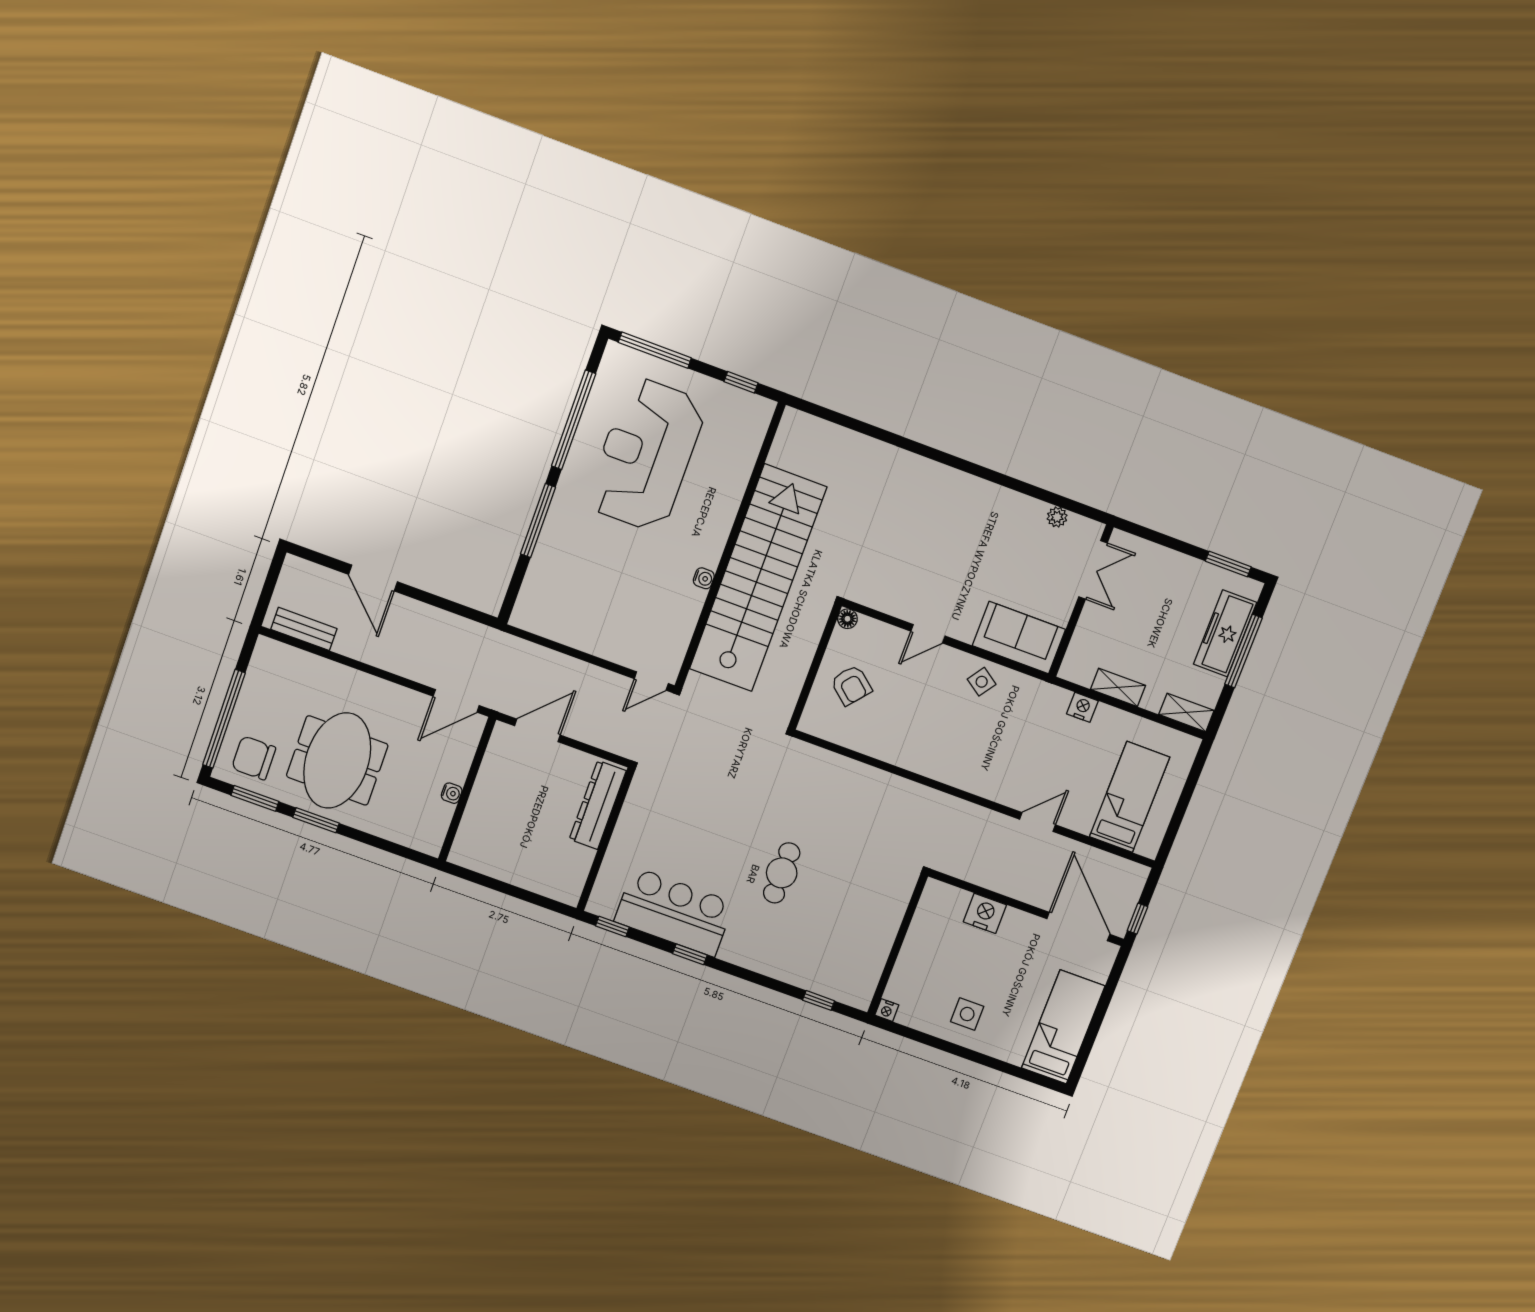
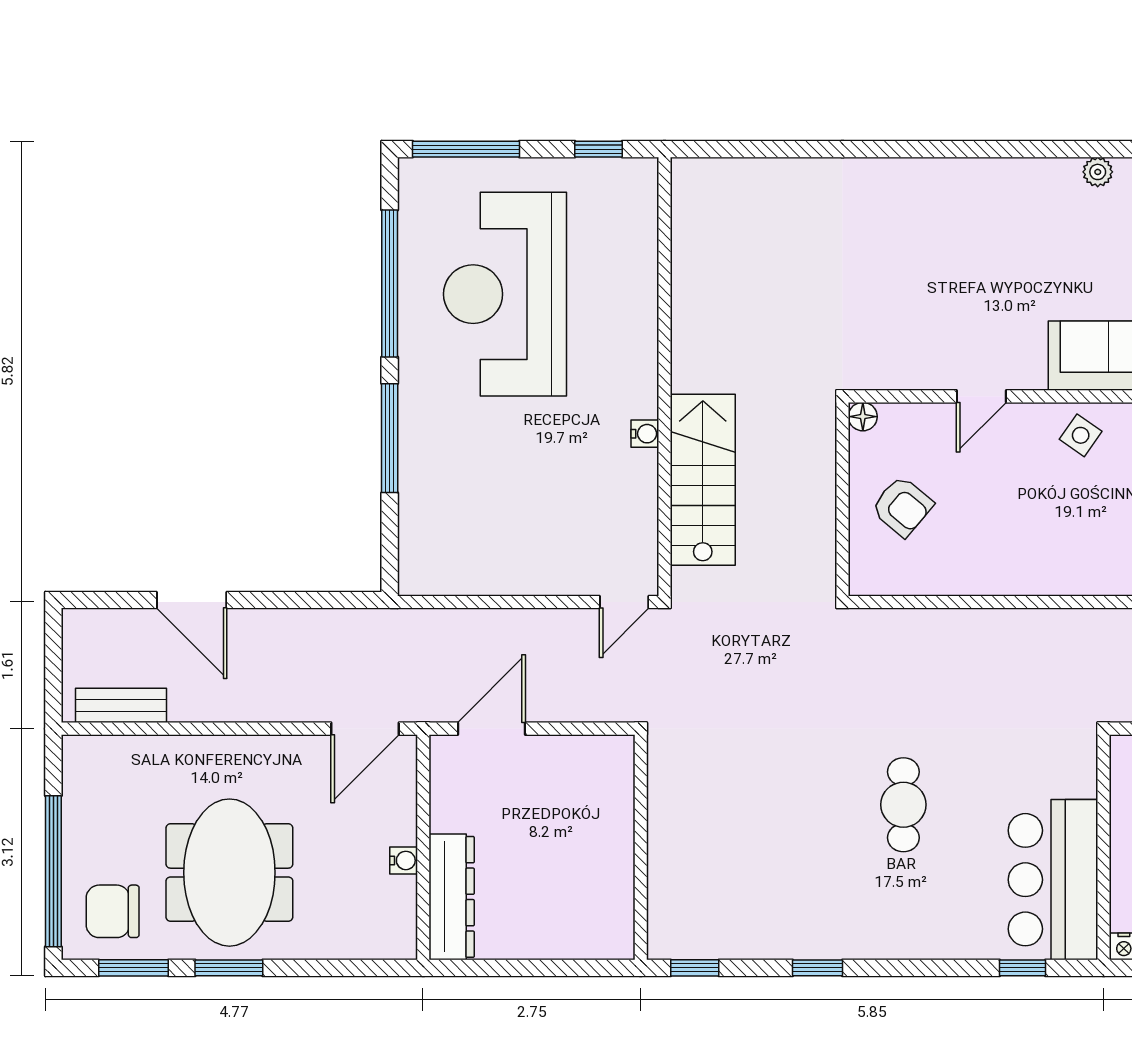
stairs: (758, 578) -> (703, 480), width x0.54, depth x0.66
dresser: (598, 805) -> (452, 897), moved, turned 180
bar counter: (674, 912) -> (1053, 880), moved, turned -90

